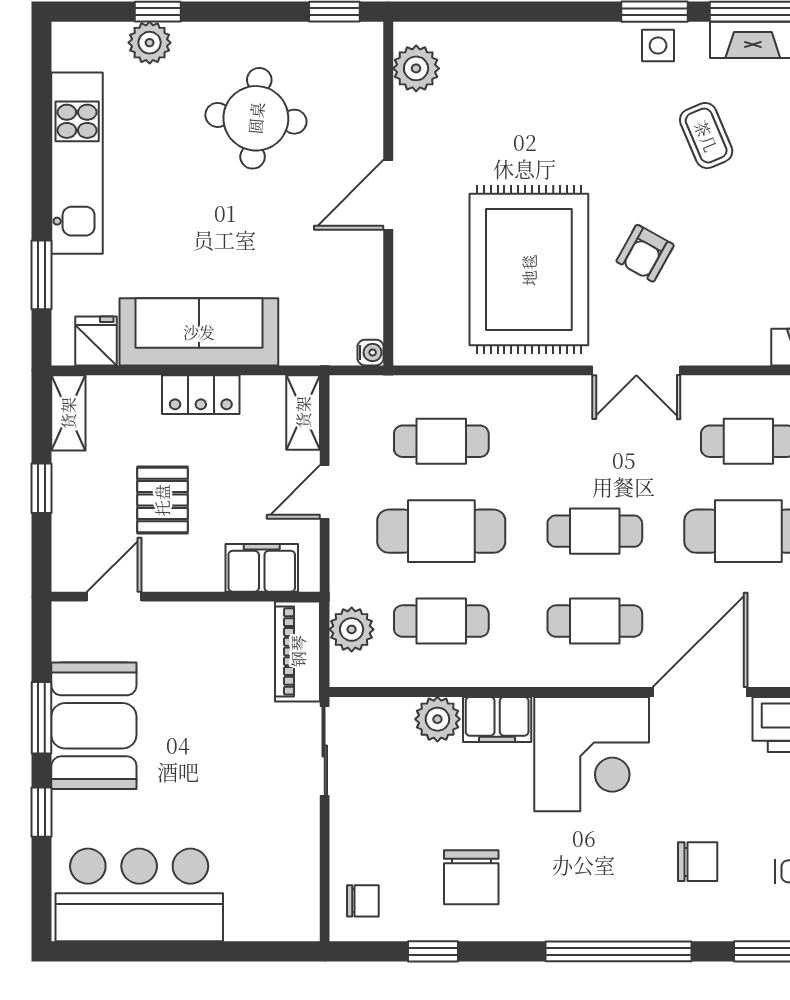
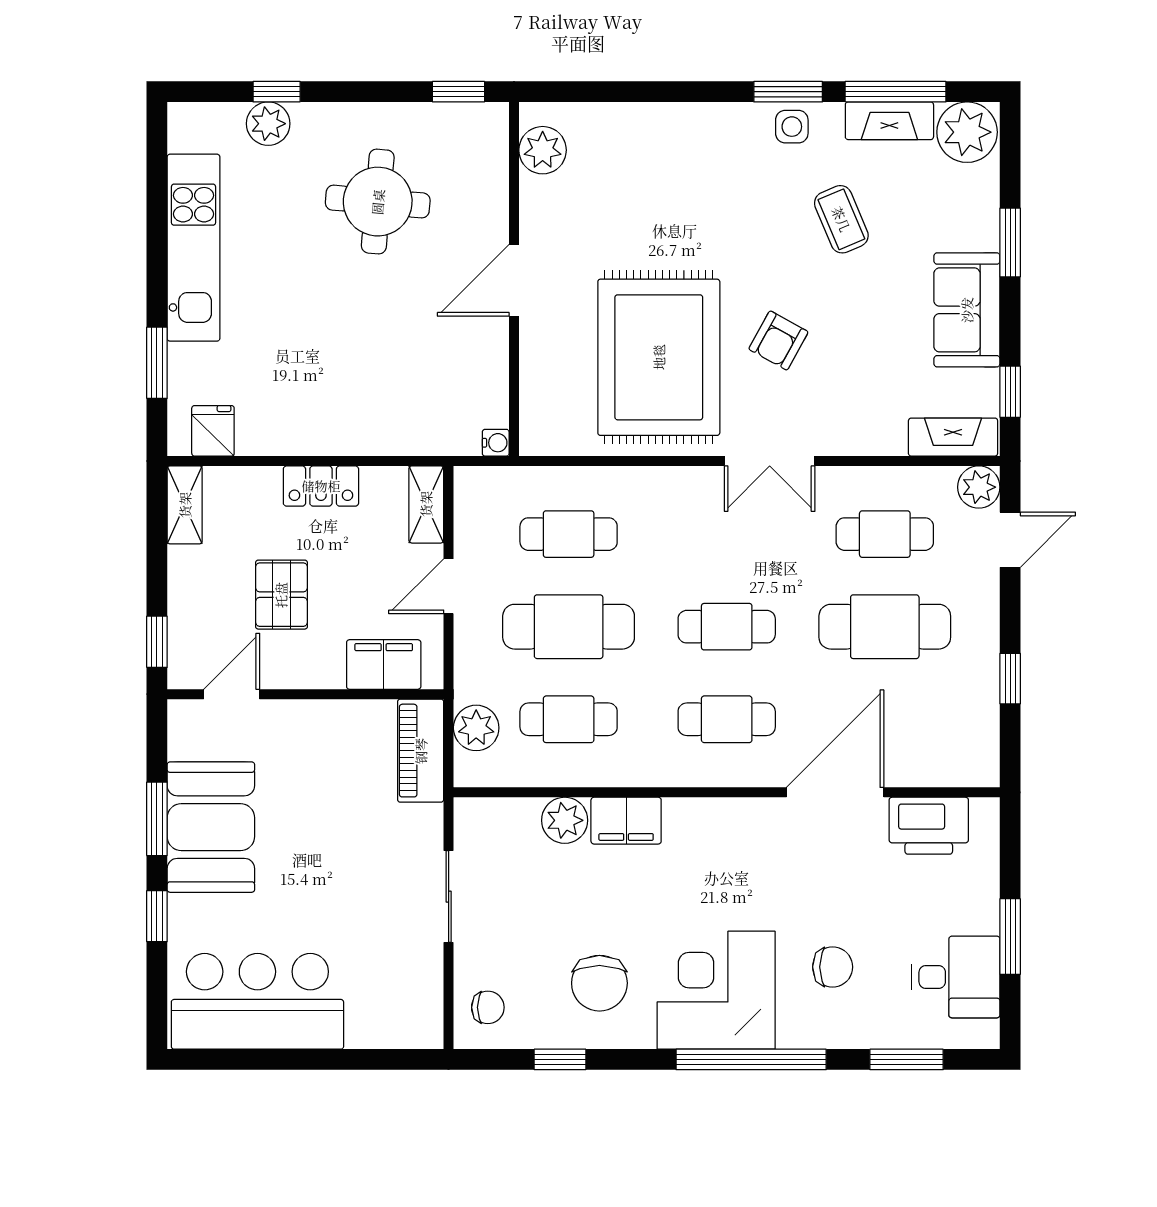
sofa: (199, 332) -> (319, 421), removed
window: (42, 488) -> (157, 642), moved
sliding door: (325, 751) -> (449, 897), moved
corner desk: (592, 754) -> (716, 990), moved, turned 180

